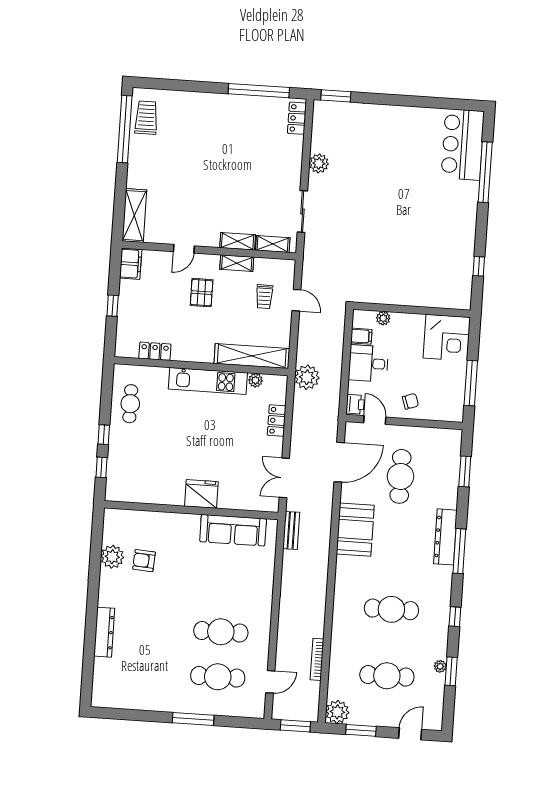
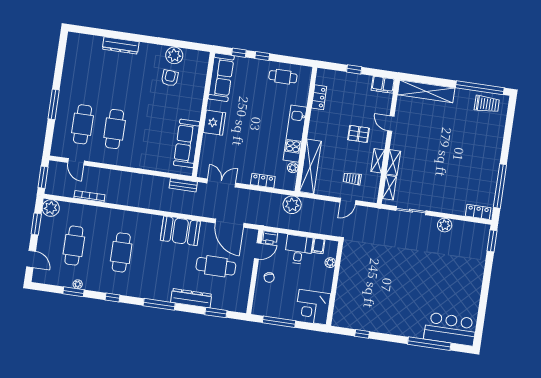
shelving: (134, 216) -> (426, 91), width x1.47
sofa: (138, 489) -> (221, 77), added
dresser: (445, 537) -> (191, 298), moved

